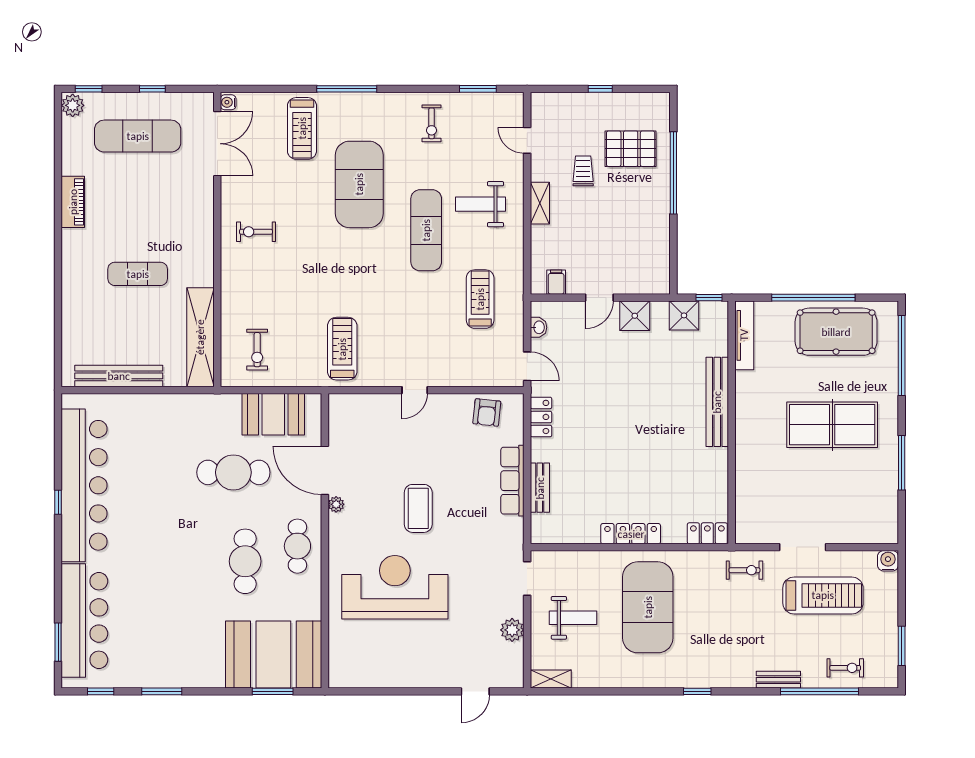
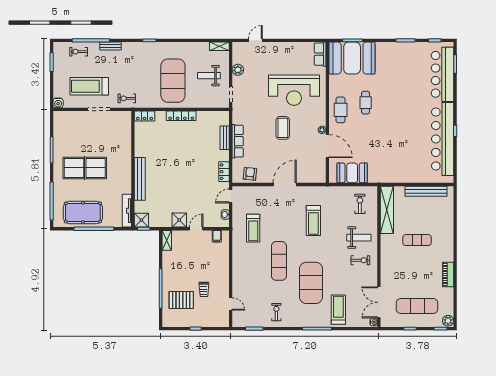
shelving: (540, 203) -> (167, 240), moved
weight bench: (481, 204) -> (359, 238), moved
shower: (684, 315) -> (141, 220), moved
treadmill: (342, 349) -> (313, 221), moved
door: (527, 366) -> (231, 196), hinge flipped
door: (415, 390) -> (285, 185), width x1.88
cafe table: (233, 472) -> (371, 145), removed
cafe table: (245, 561) -> (366, 103), width x0.73, depth x0.74
row of seats: (340, 663) -> (320, 54), added

